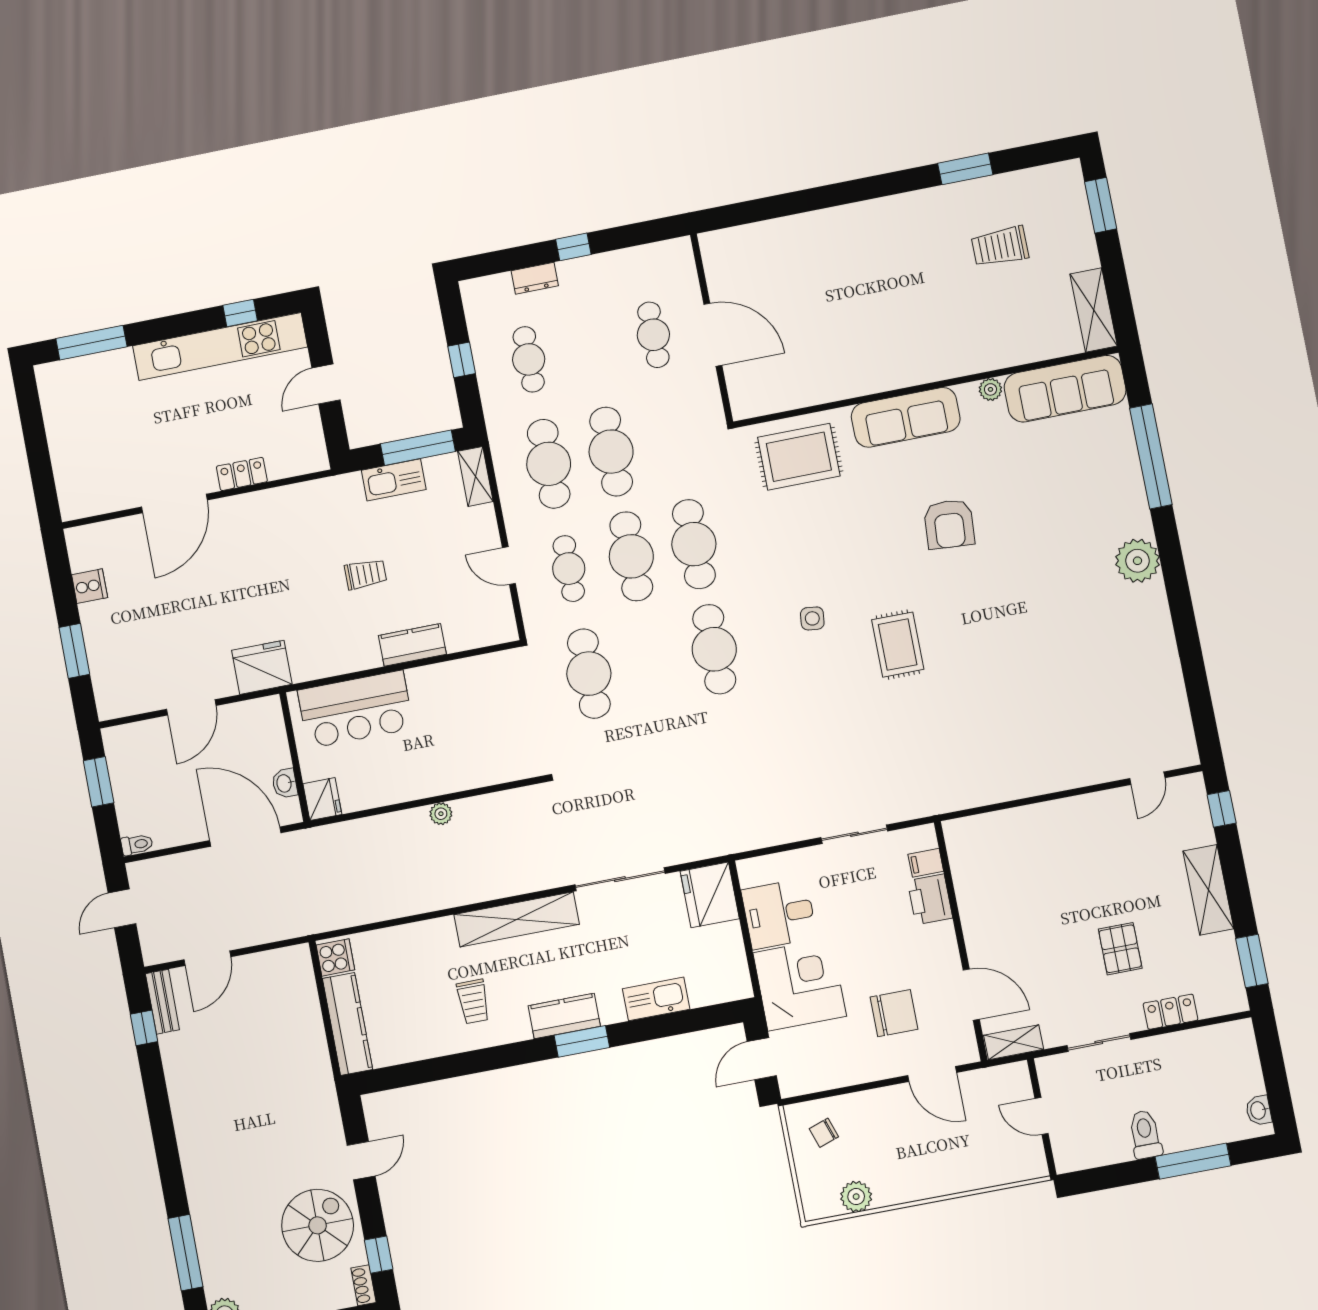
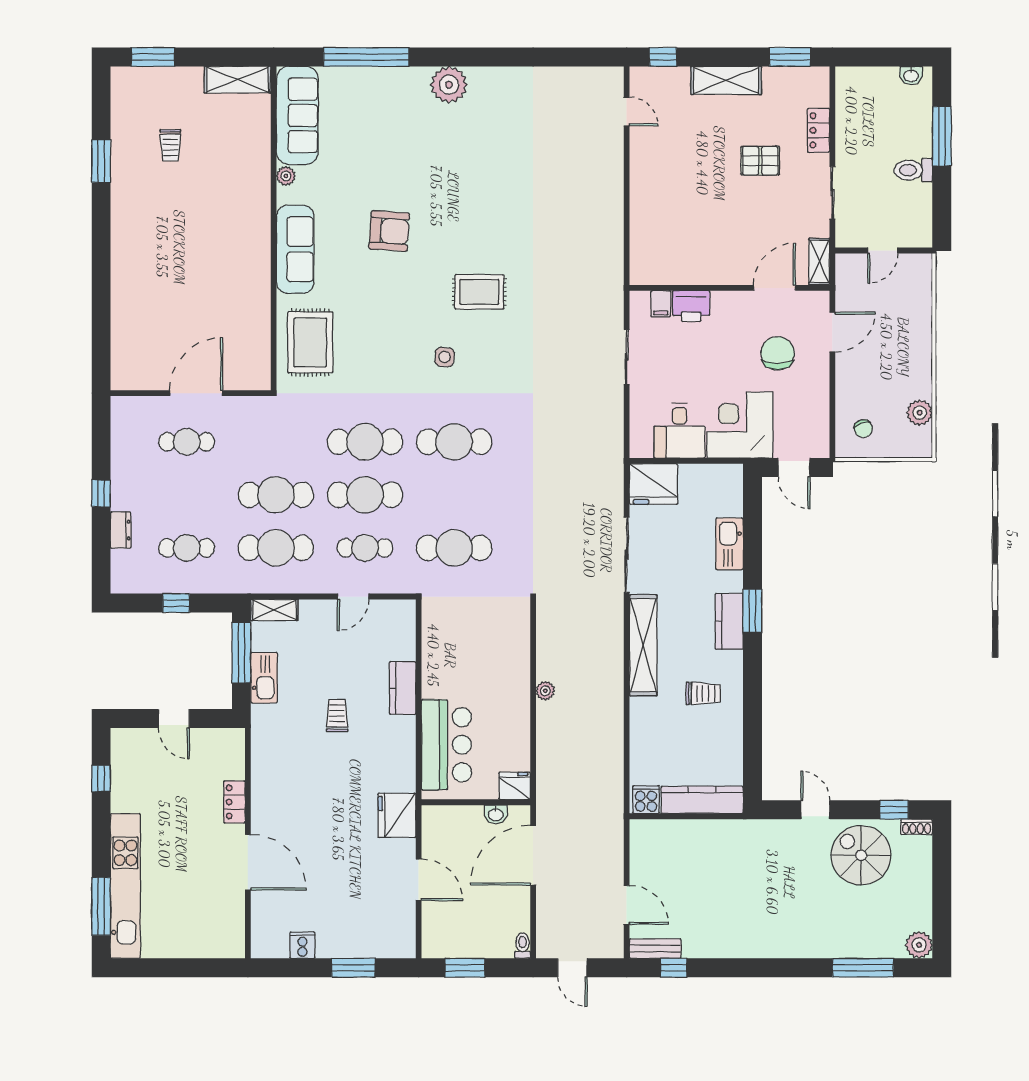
trolley: (1000, 246) -> (170, 145), width x0.73, depth x0.72
kitchen unit: (220, 346) -> (125, 886), moved

